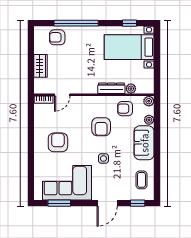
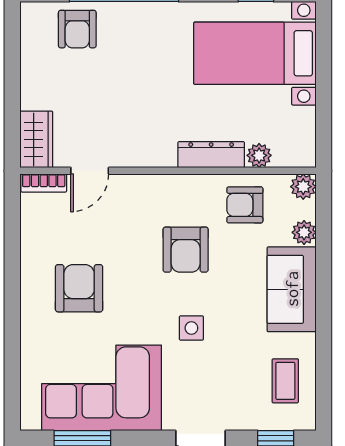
armchair: (57, 37) -> (77, 29), turned -90
wardrobe: (41, 66) -> (36, 139), moved

